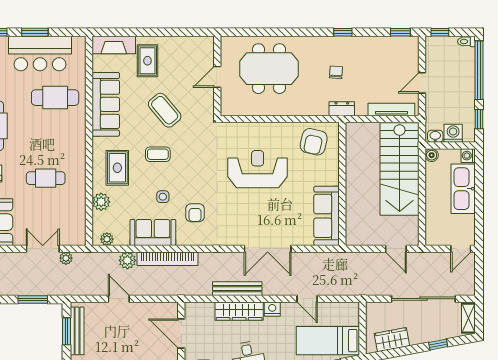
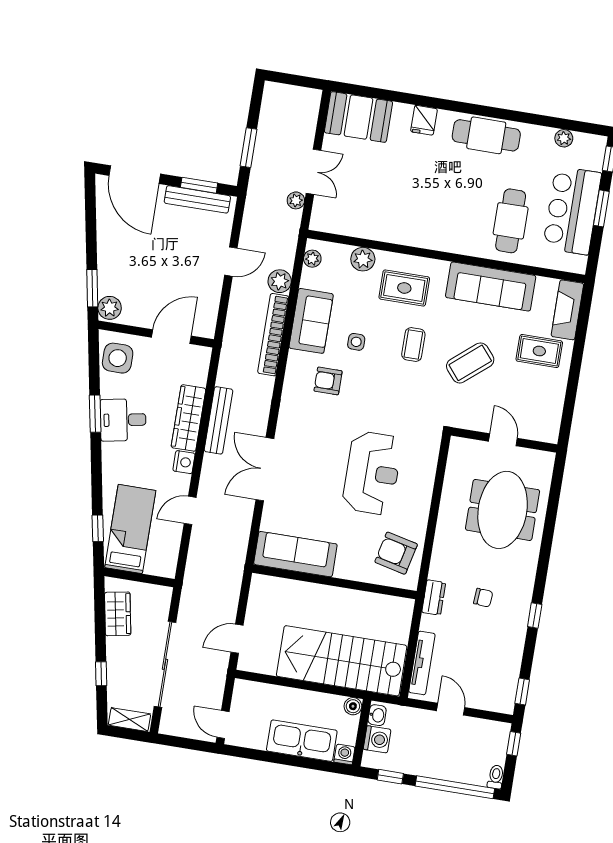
cafe table: (46, 178) -> (406, 191), removed

